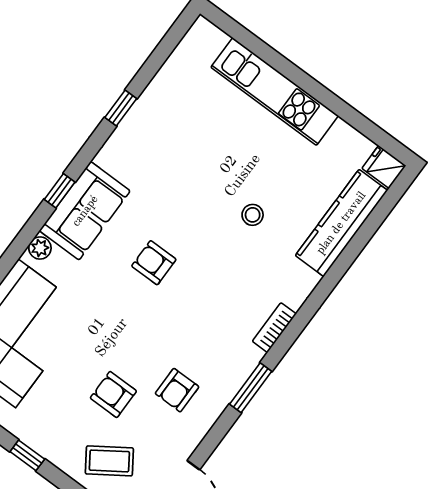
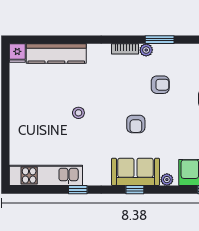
kitchen unit: (275, 91) -> (46, 175), moved, turned -90
stool: (253, 215) -> (78, 113), moved
plant: (250, 357) -> (146, 50), added
armchair: (177, 390) -> (160, 85), moved

